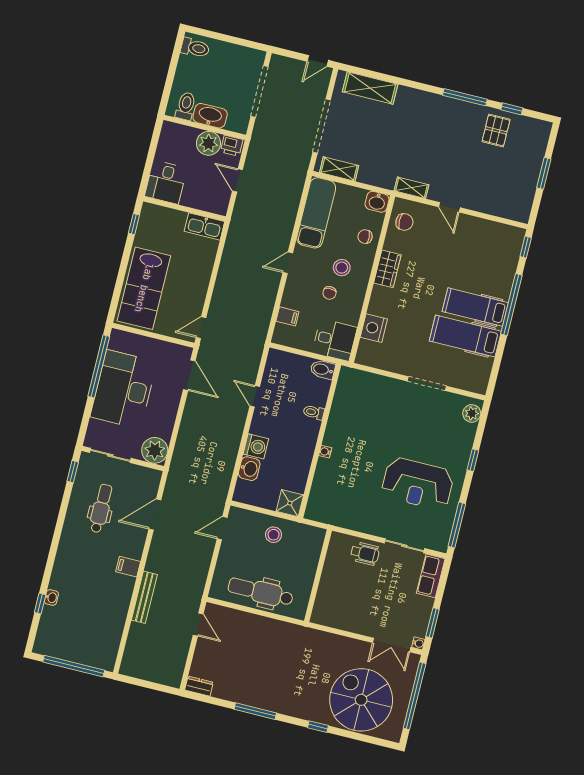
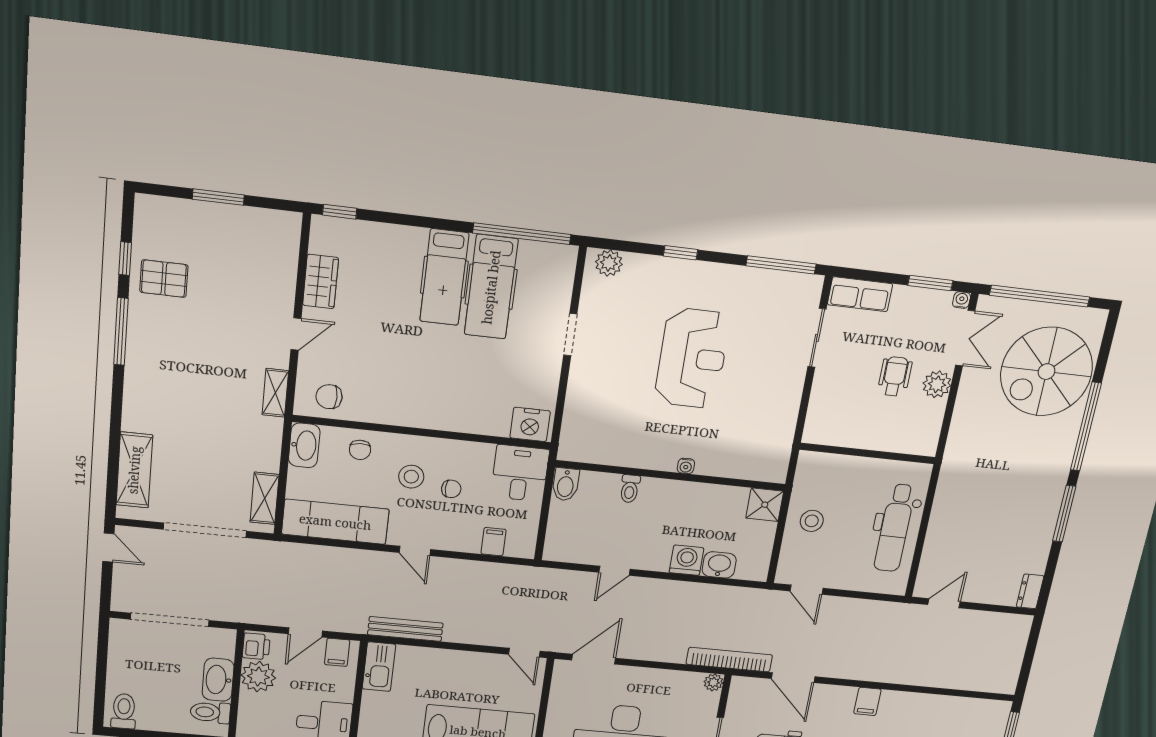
filing cabinet: (219, 200) -> (337, 652), added
washbasin: (377, 202) -> (304, 445), width x1.38
chair: (404, 222) -> (329, 397), turned -90
wardrobe: (387, 269) -> (321, 281), moved, turned 90
window: (511, 305) -> (522, 234), moved
nightstand: (374, 328) -> (530, 424), moved
doorway: (427, 384) -> (570, 335), width x0.73
plant: (155, 450) -> (713, 682), width x0.53, depth x0.53
bookcase: (175, 470) -> (729, 660), added
reception desk: (418, 484) -> (692, 358), moved
wheelchair: (365, 553) -> (895, 376), moved
bench: (144, 597) -> (405, 629), moved
plant: (362, 625) -> (937, 384), added
window: (318, 727) -> (1086, 427), width x3.17

